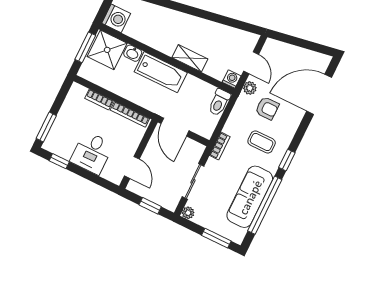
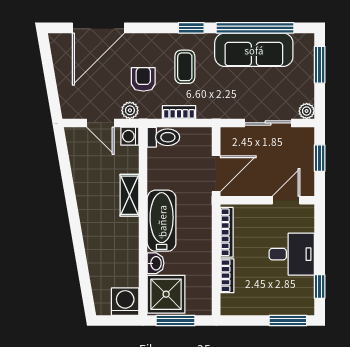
door: (251, 63) -> (100, 123), swing flipped
door: (319, 94) -> (98, 28), hinge flipped
bookcase: (220, 146) -> (179, 112), moved

